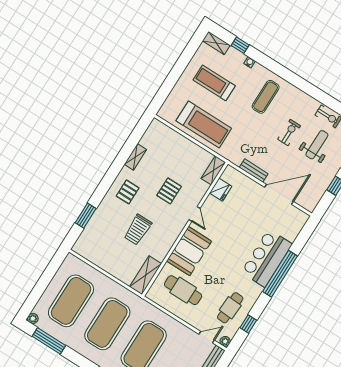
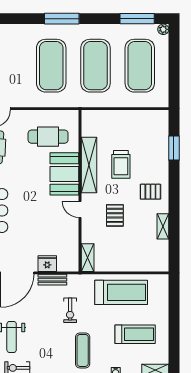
treadmill: (204, 125) -> (121, 292), turned 180
exercise bike: (289, 133) -> (70, 310), moved
fridge: (221, 190) -> (47, 264), moved, turned 90
pallet: (128, 192) -> (150, 192), turned 90
trolley: (138, 230) -> (121, 164), turned 180
shelving: (146, 275) -> (89, 165), moved, width x1.47

